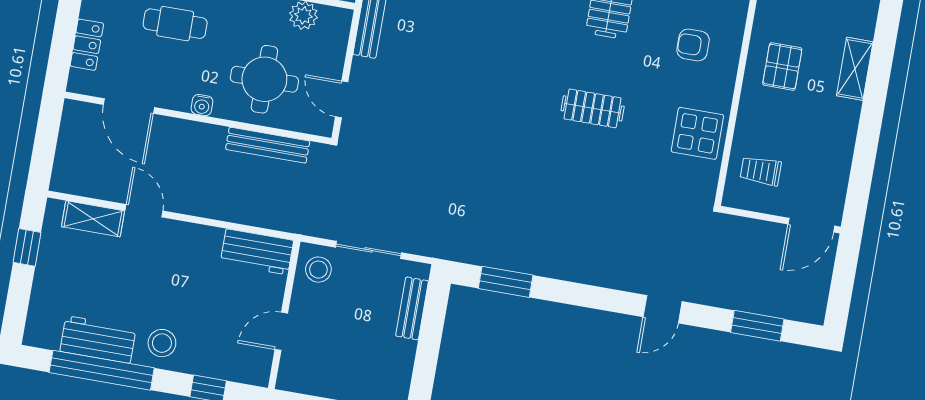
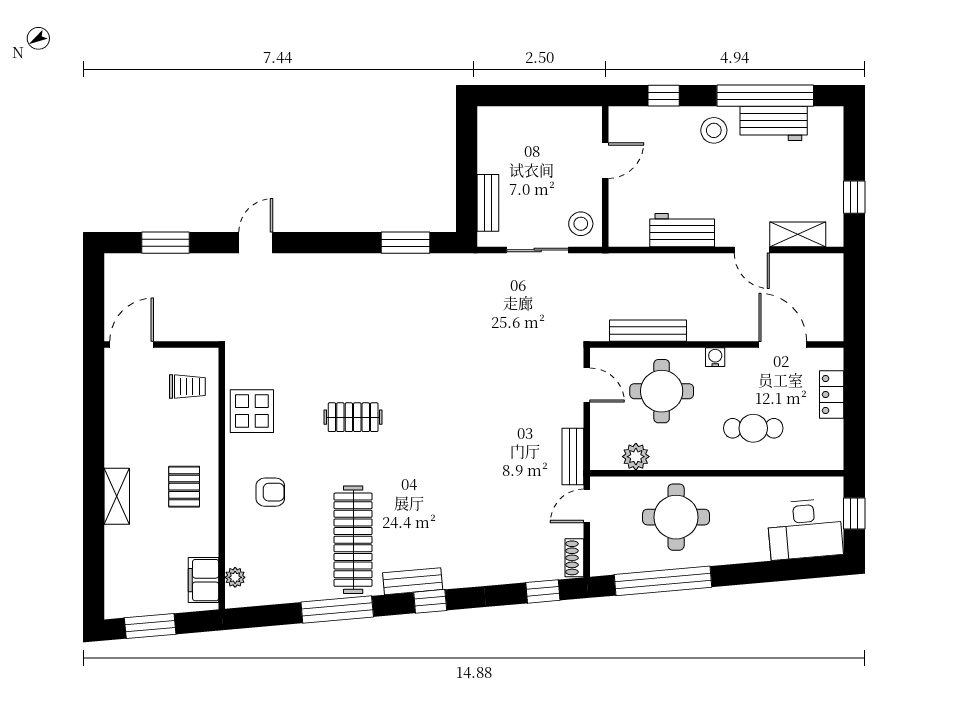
workbench: (257, 252) -> (682, 230), moved

